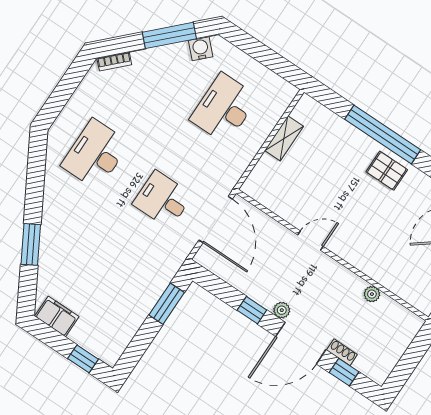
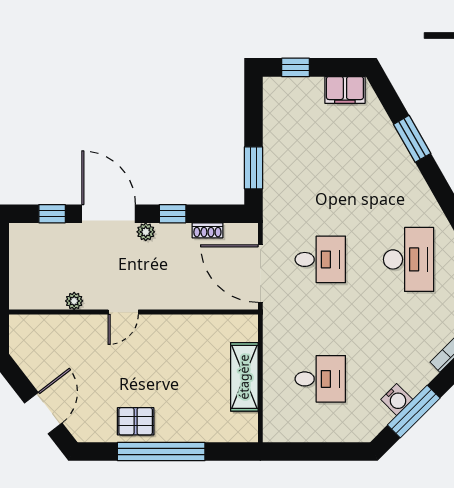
water cooler: (201, 49) -> (397, 399), moved
desk: (224, 108) -> (320, 379), width x0.73
shelving: (284, 138) -> (244, 377), width x1.50, depth x1.33
door: (310, 241) -> (123, 312), moved
door: (301, 343) -> (109, 214), hinge flipped
shoe rack: (342, 352) -> (207, 230), moved

